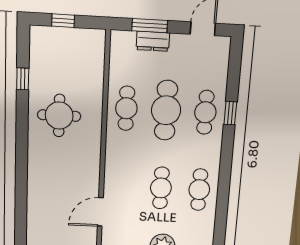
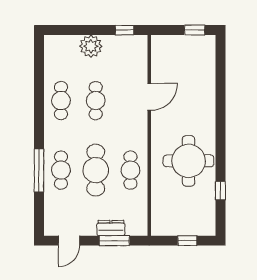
window: (230, 113) -> (39, 171), width x2.17
round table: (59, 116) -> (189, 161), width x1.36, depth x1.36
door: (100, 212) -> (149, 97), moved

